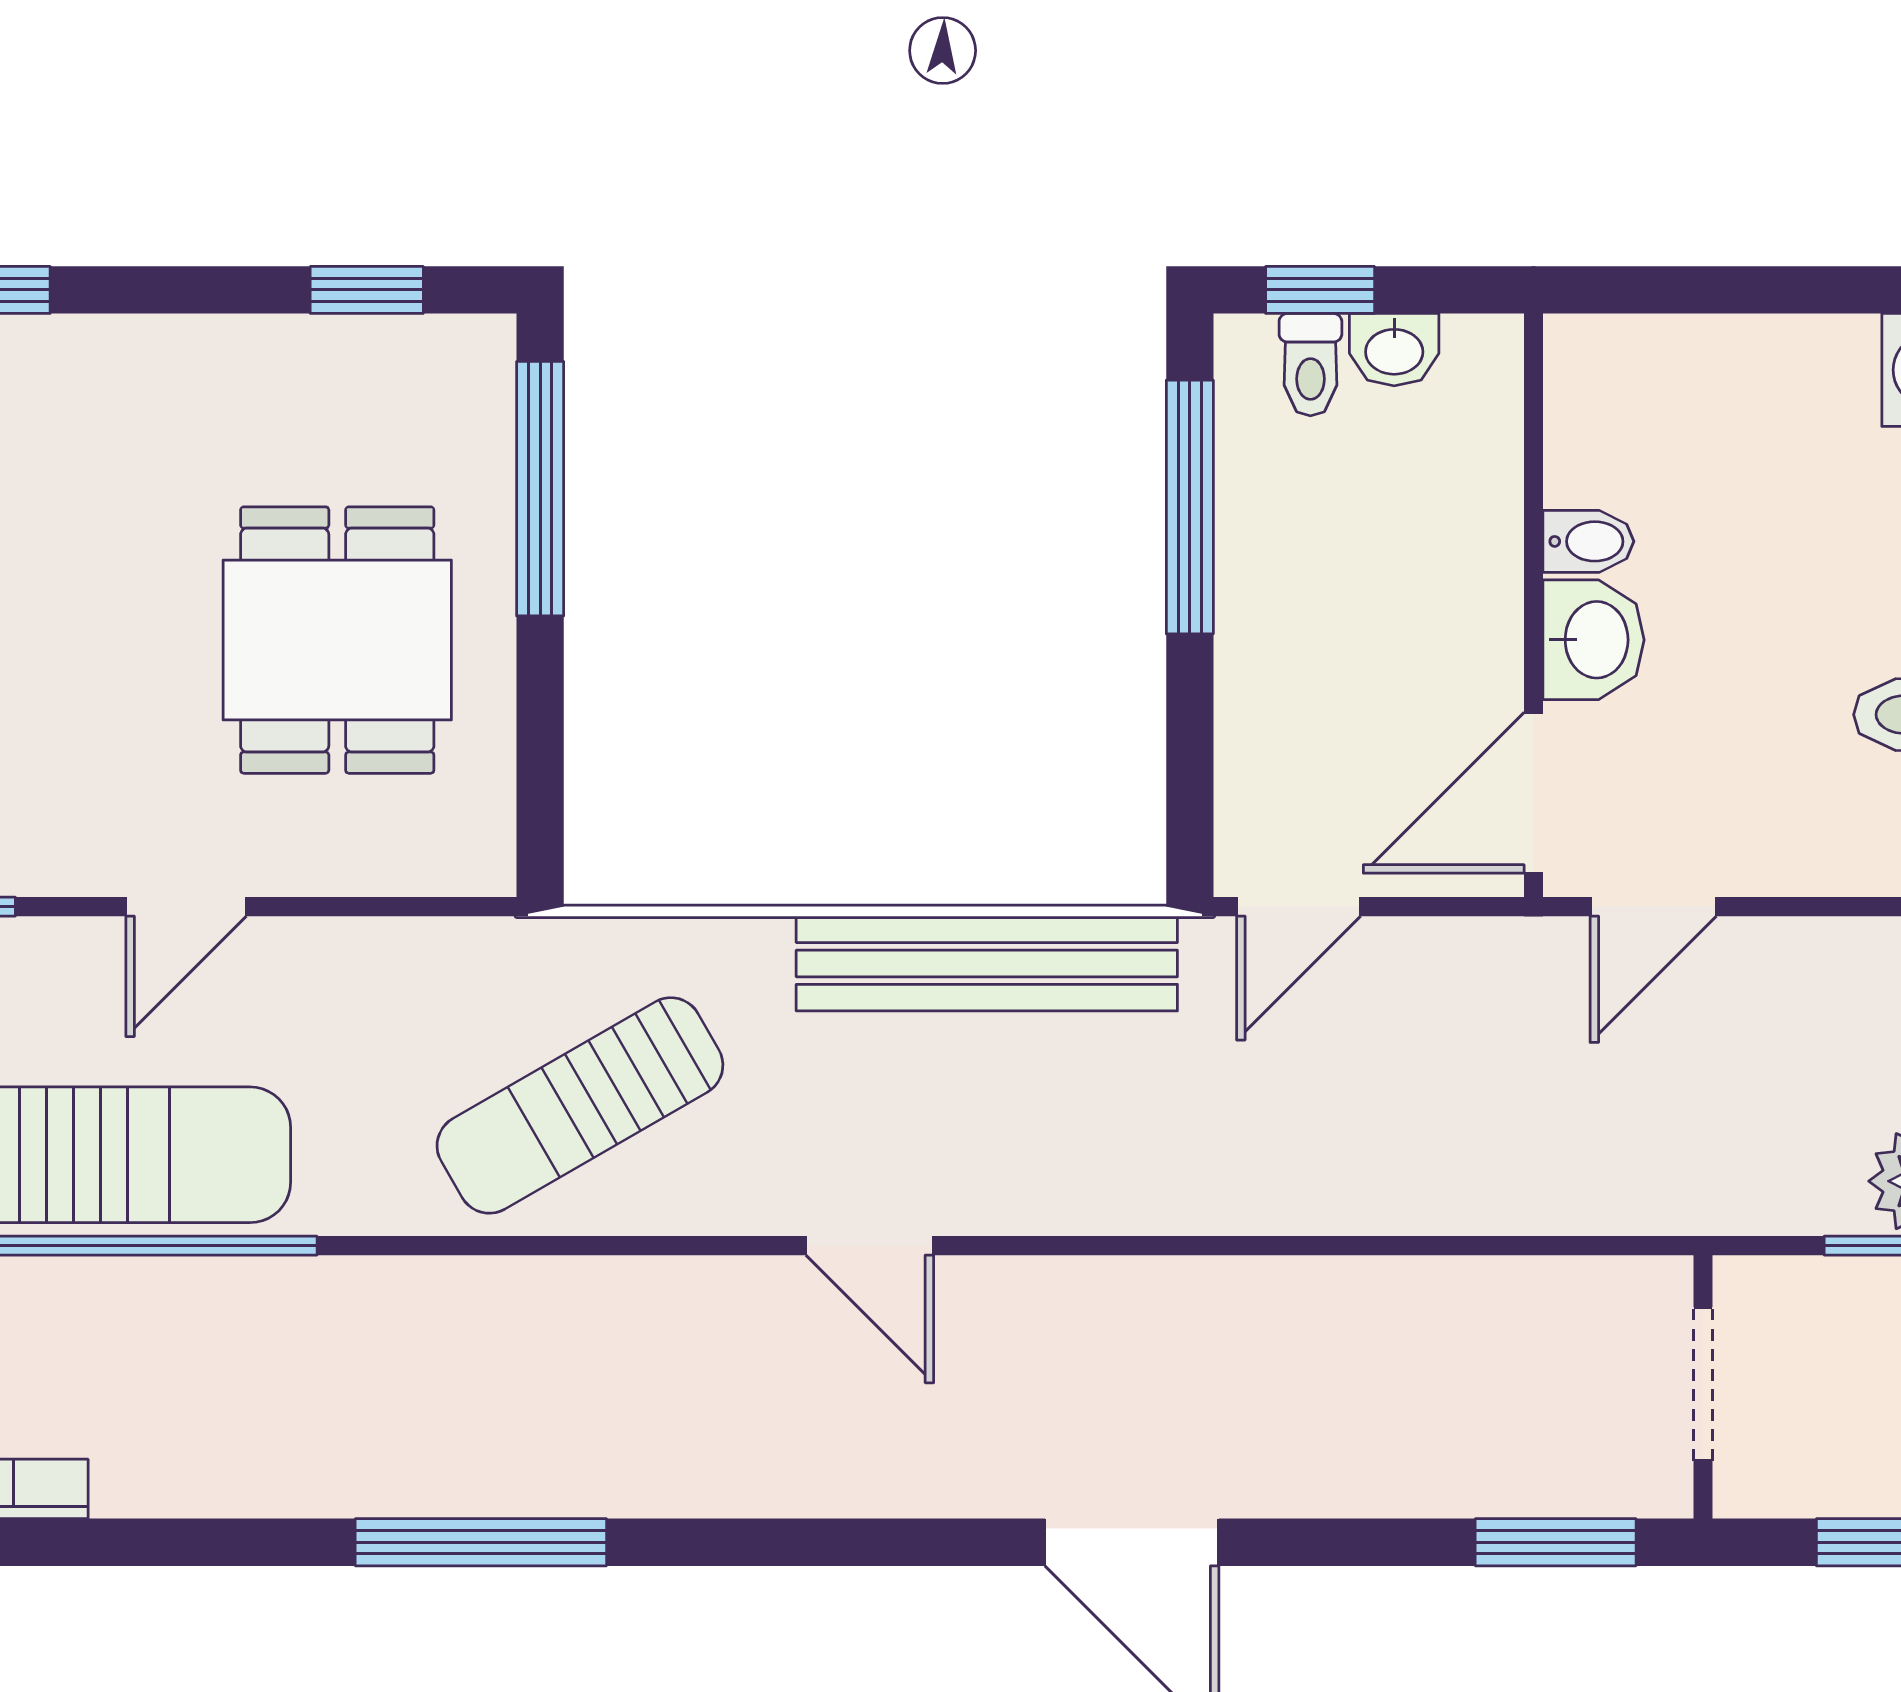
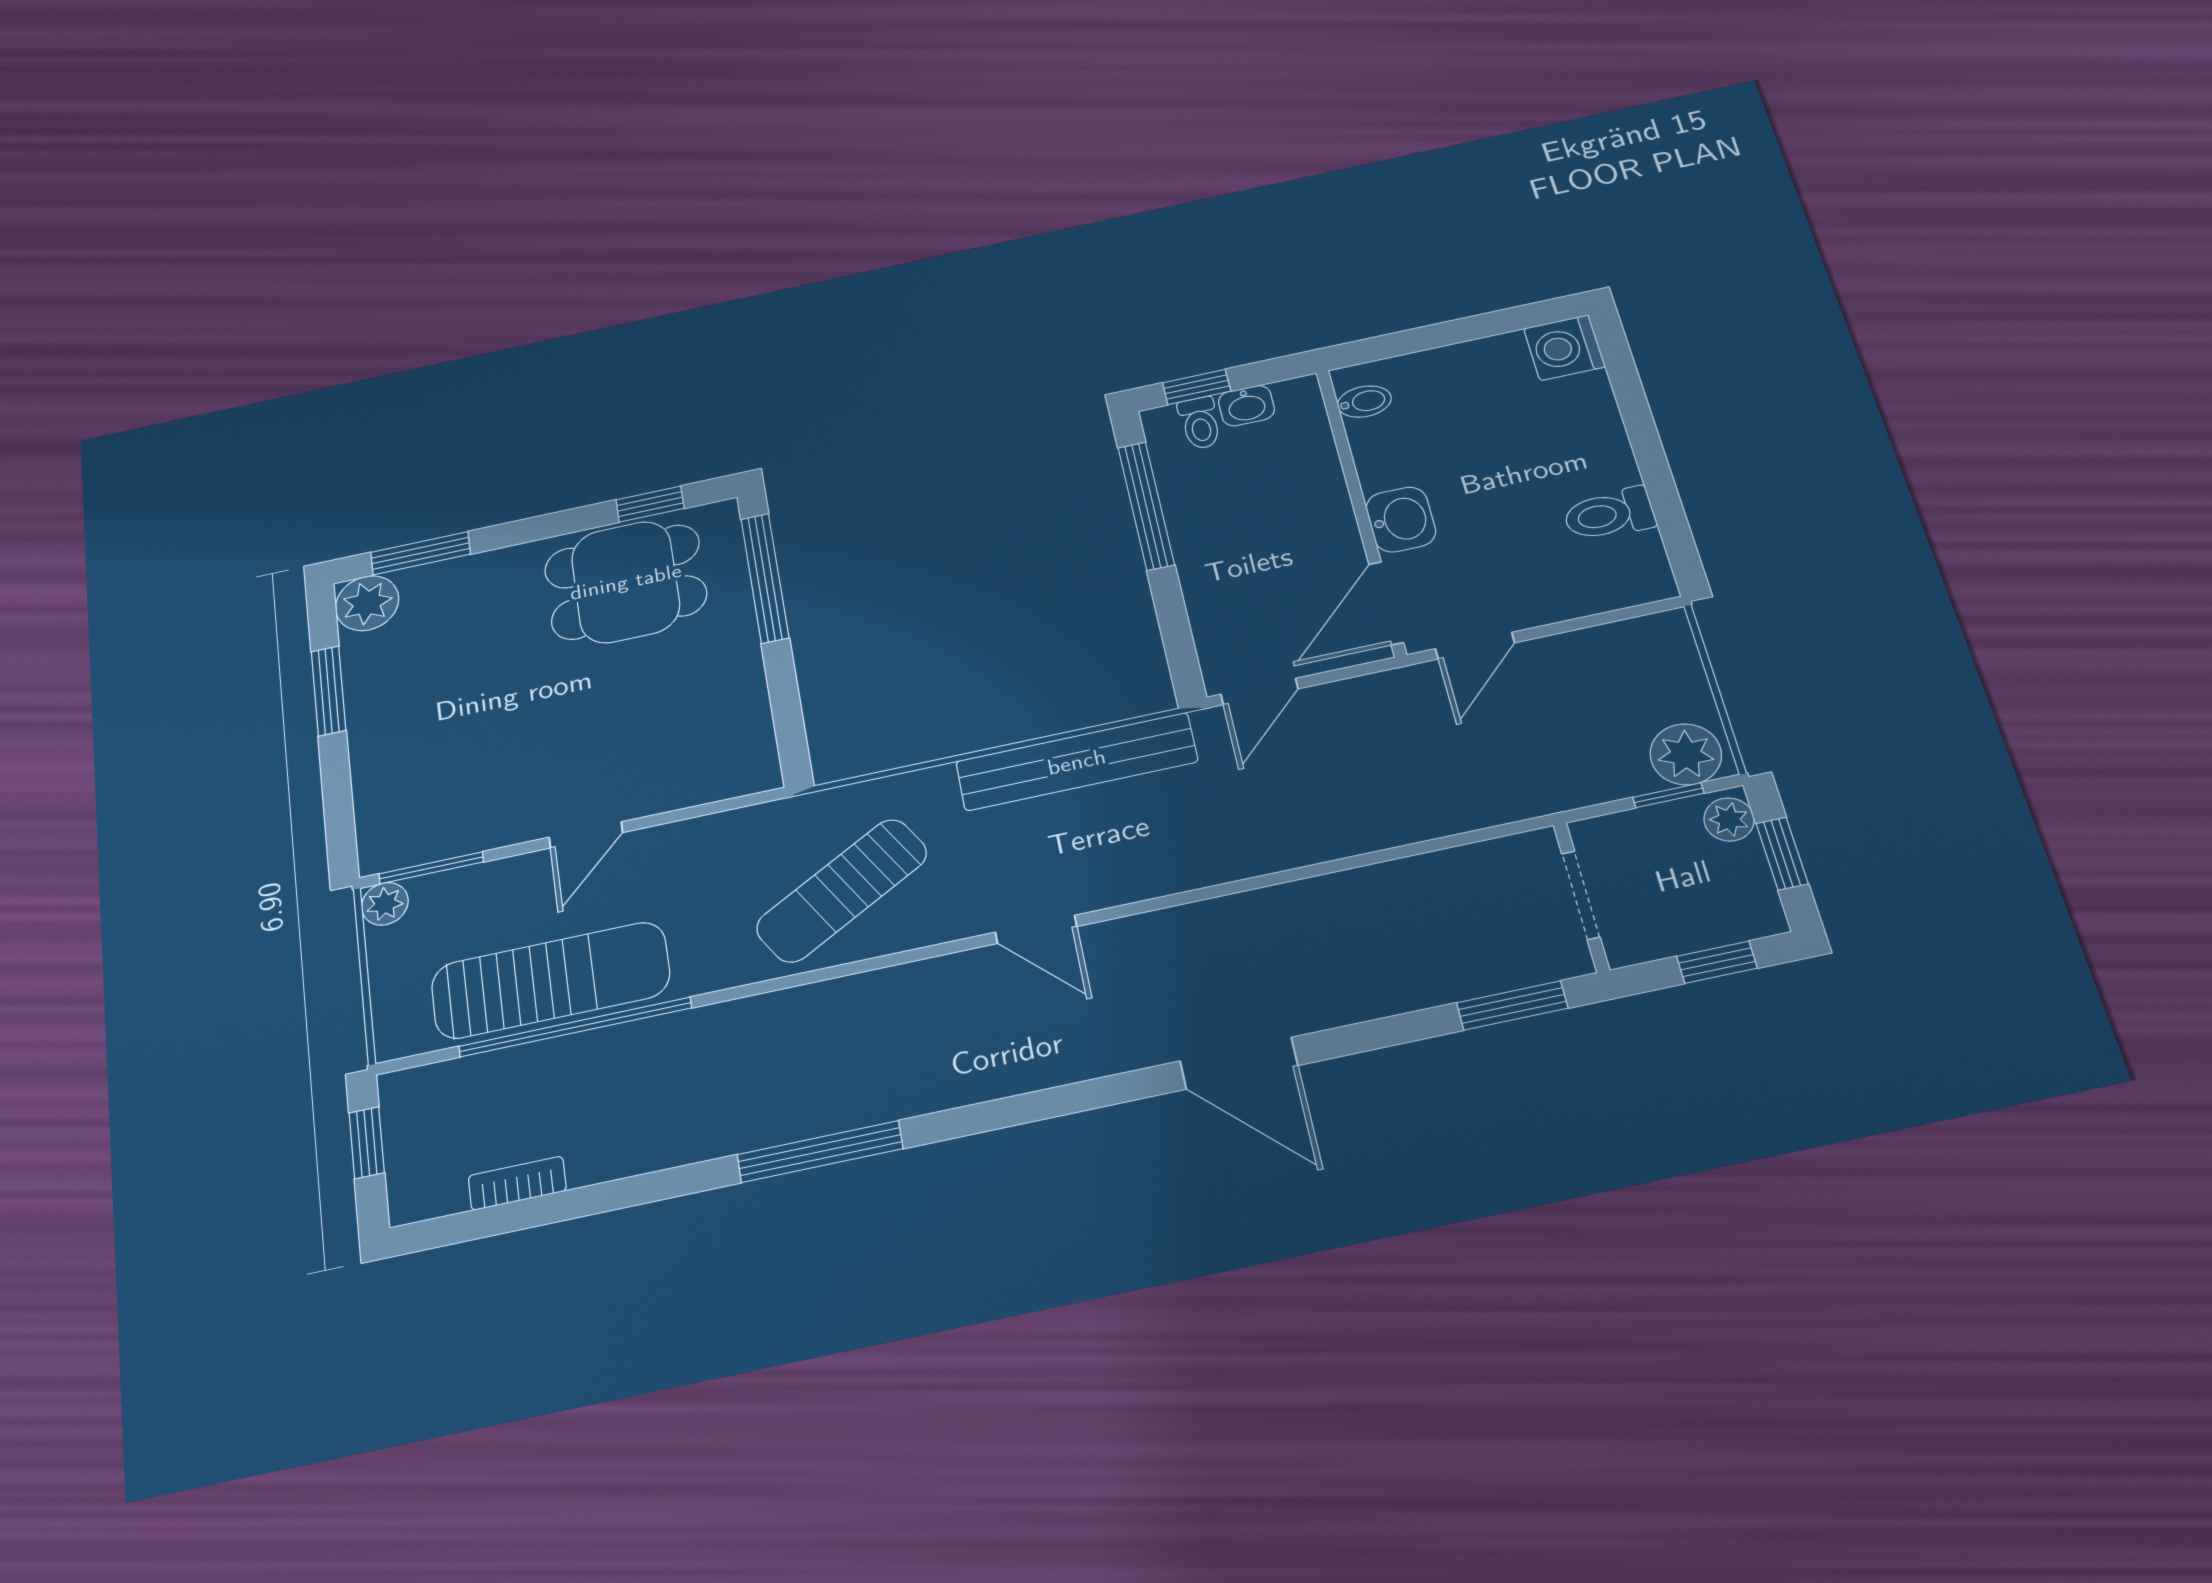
bidet: (1588, 541) -> (1364, 402), moved
dining table: (337, 640) -> (626, 582), moved, turned 90

